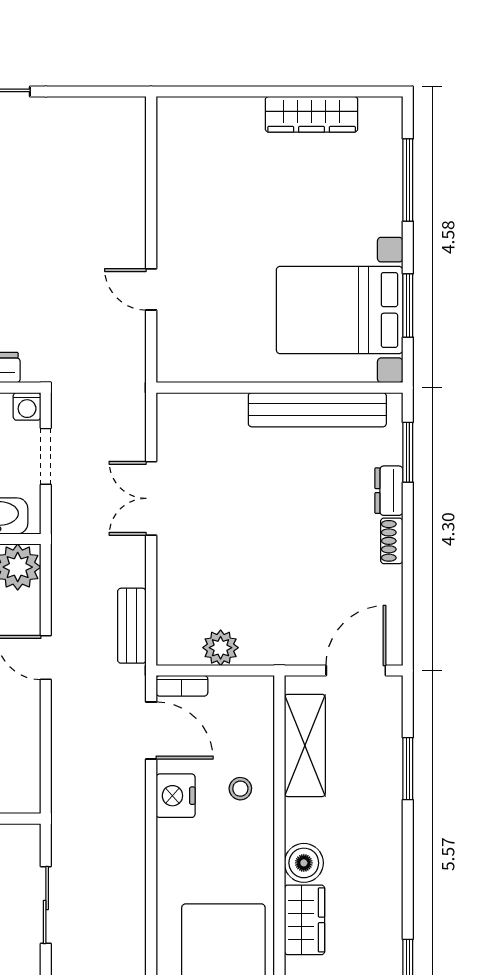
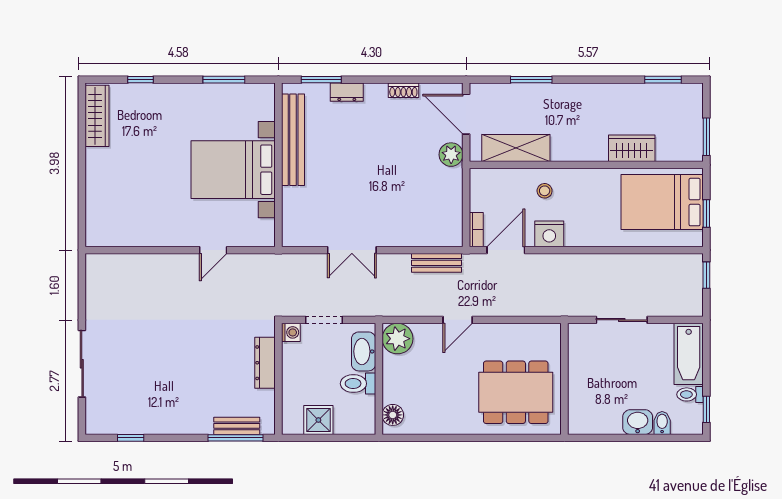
wardrobe: (312, 114) -> (97, 116), moved
window: (408, 180) -> (141, 80), width x0.46
bed with nightstands: (340, 310) -> (233, 170), moved, turned 90
shoe rack: (392, 541) -> (403, 90), moved
plant: (221, 648) -> (451, 155), moved
boiler: (304, 863) -> (594, 149), removed

